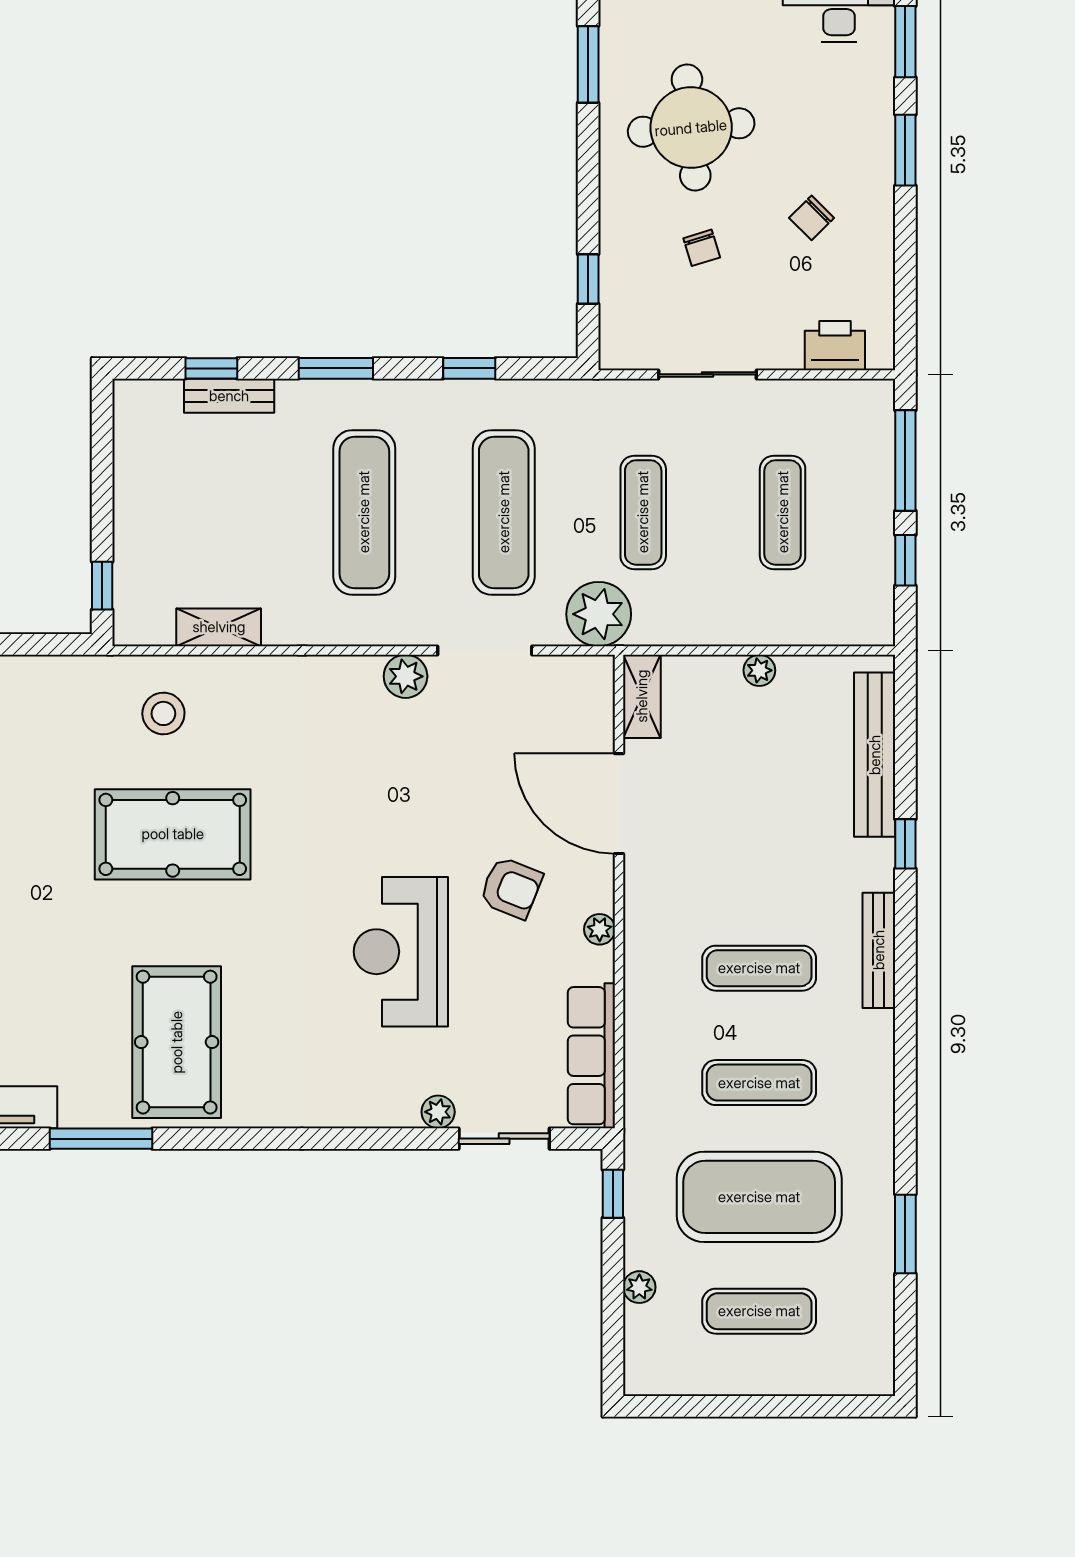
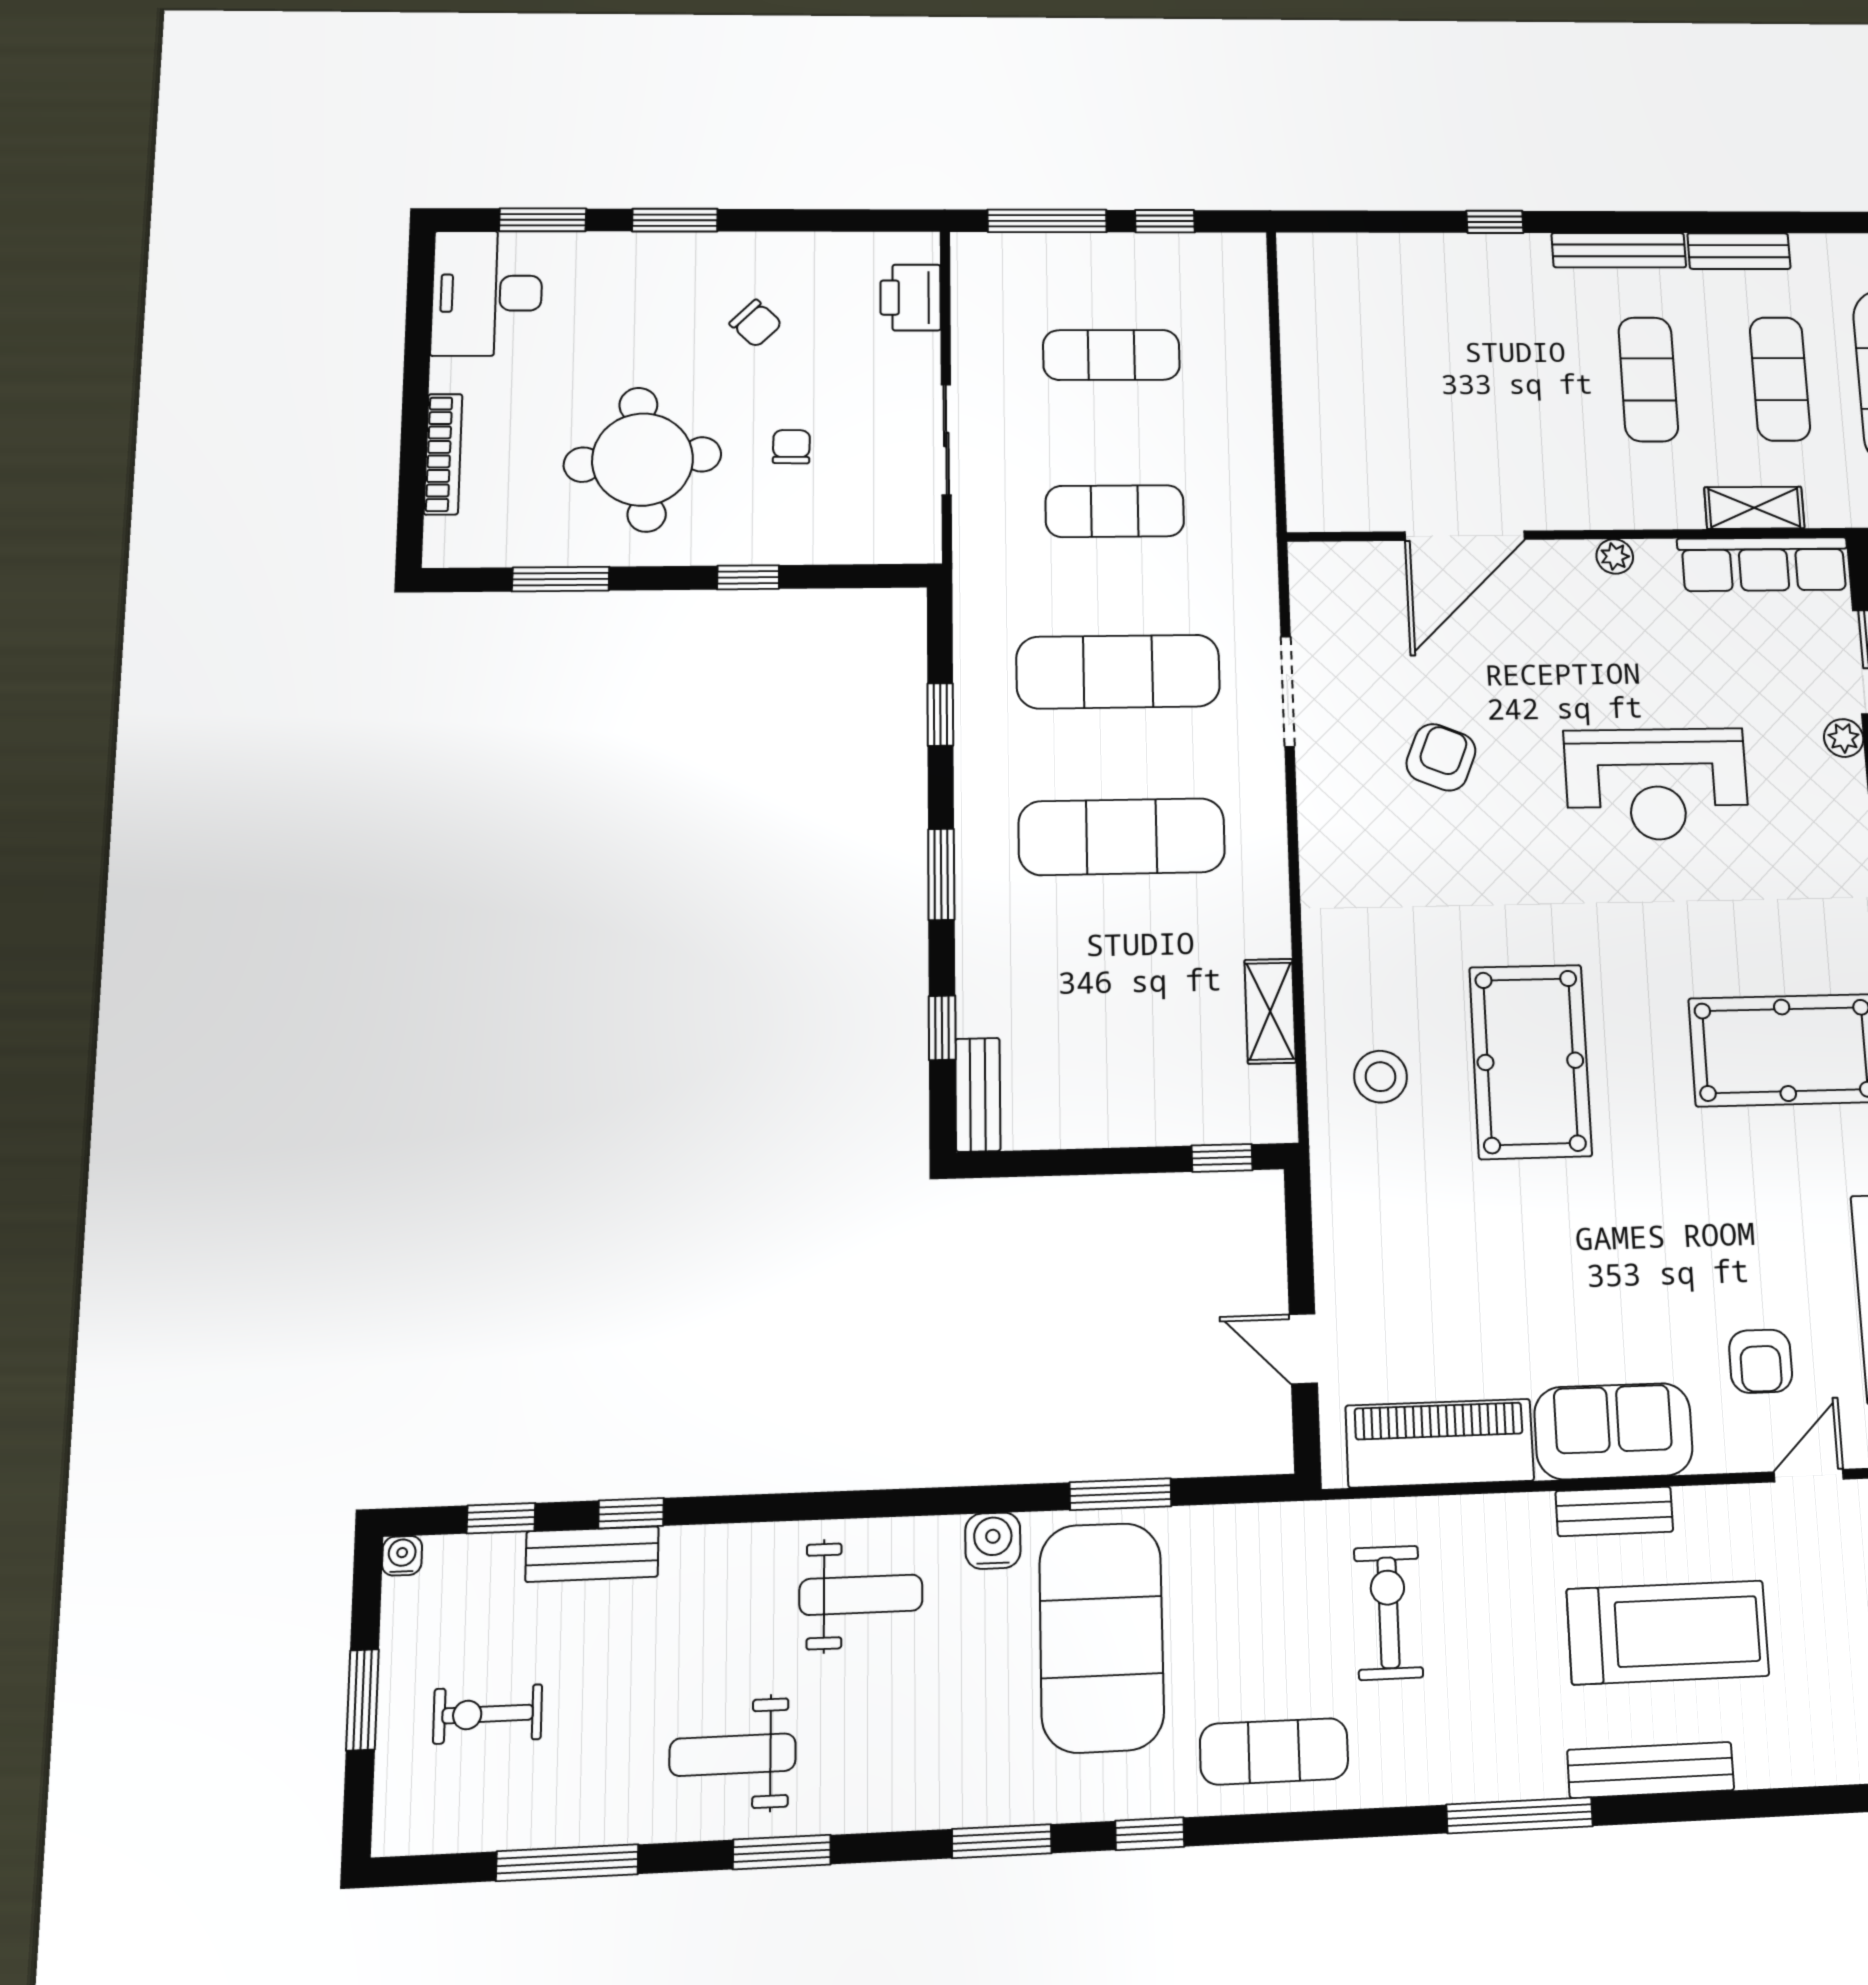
chair: (702, 248) -> (791, 447), turned -72
window: (588, 279) -> (748, 577), moved
bench: (229, 396) -> (978, 1095), moved
plant: (599, 614) -> (1239, 561), removed
plant: (759, 670) -> (1300, 380), removed
plant: (406, 676) -> (1323, 784), removed
shelving: (642, 696) -> (1754, 508), moved
bench: (875, 755) -> (1739, 251), moved, width x0.54, depth x0.82
armchair: (511, 888) -> (1441, 757), moved

